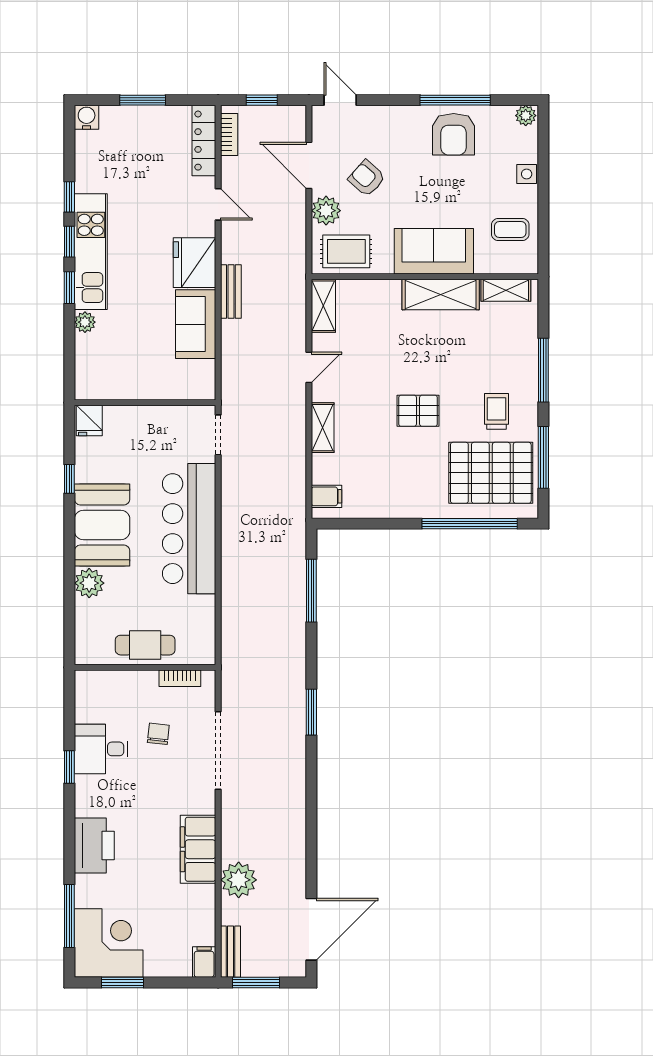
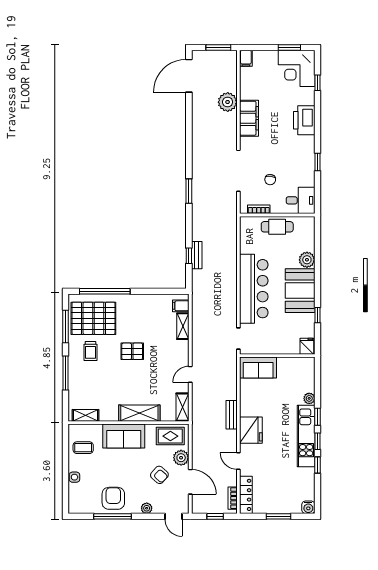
plant: (526, 116) -> (147, 508), moved
shelving: (441, 295) -> (139, 413), moved
sofa: (196, 324) -> (258, 368), moved, turned 90
shelving: (323, 428) -> (183, 326), moved
window: (311, 591) -> (189, 256), width x0.46
desk: (101, 749) -> (301, 200), moved
window: (69, 916) -> (317, 83), width x0.46
bench: (230, 952) -> (197, 255), moved

